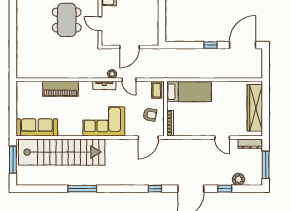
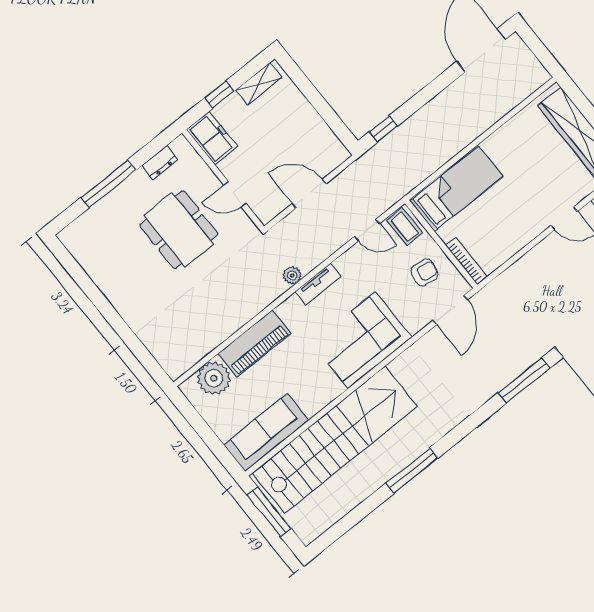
window: (210, 45) -> (383, 129), moved
door: (129, 47) -> (309, 194), swing flipped
plant: (112, 74) -> (292, 275), moved
door: (129, 80) -> (367, 230), moved
plant: (33, 90) -> (214, 378), added
window: (155, 189) -> (524, 380), width x2.17

